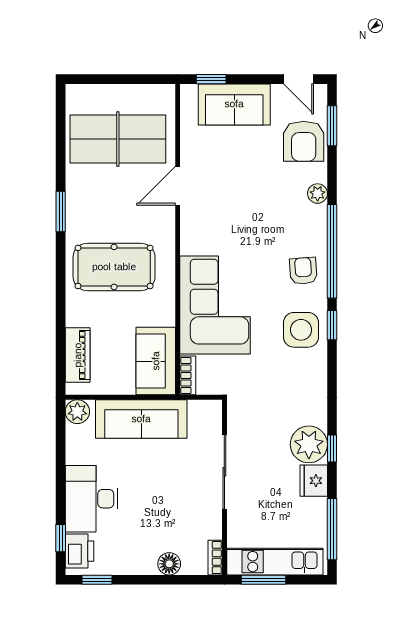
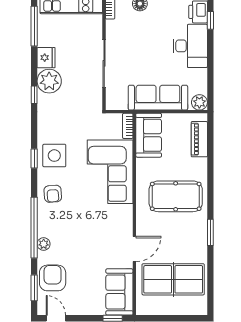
sofa: (234, 104) -> (119, 292), moved, turned -90
window: (332, 251) -> (34, 228), moved
window: (332, 449) -> (34, 95), moved

